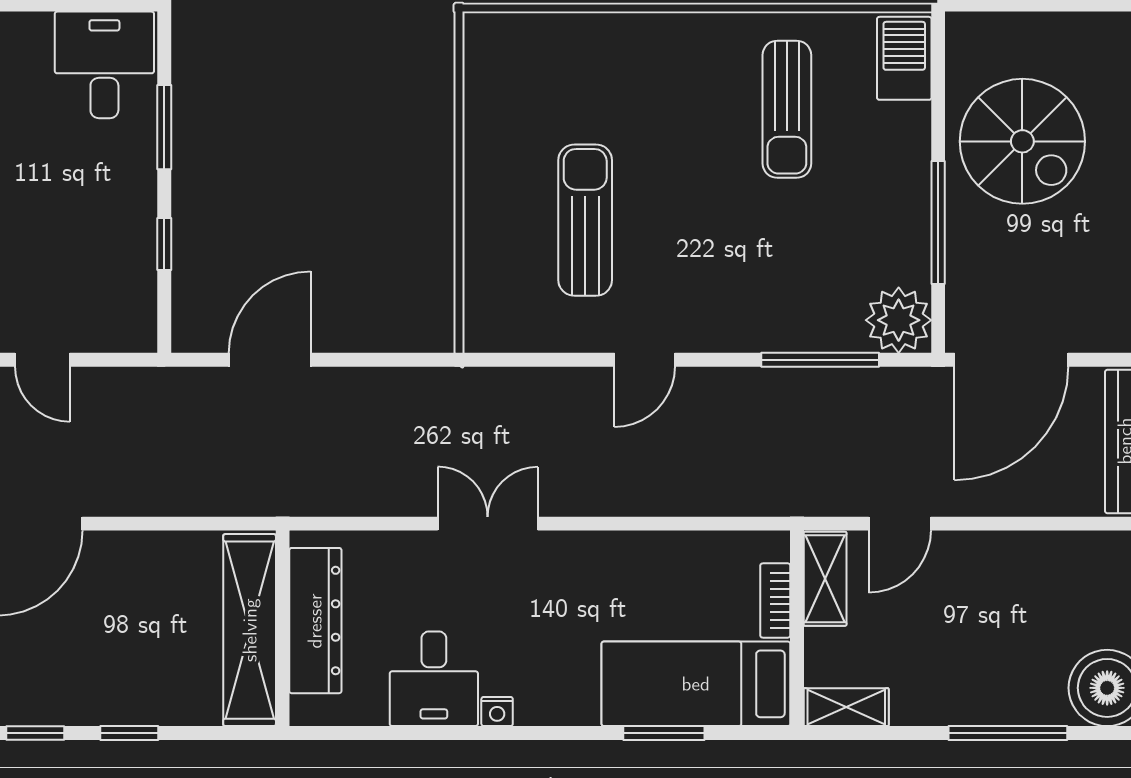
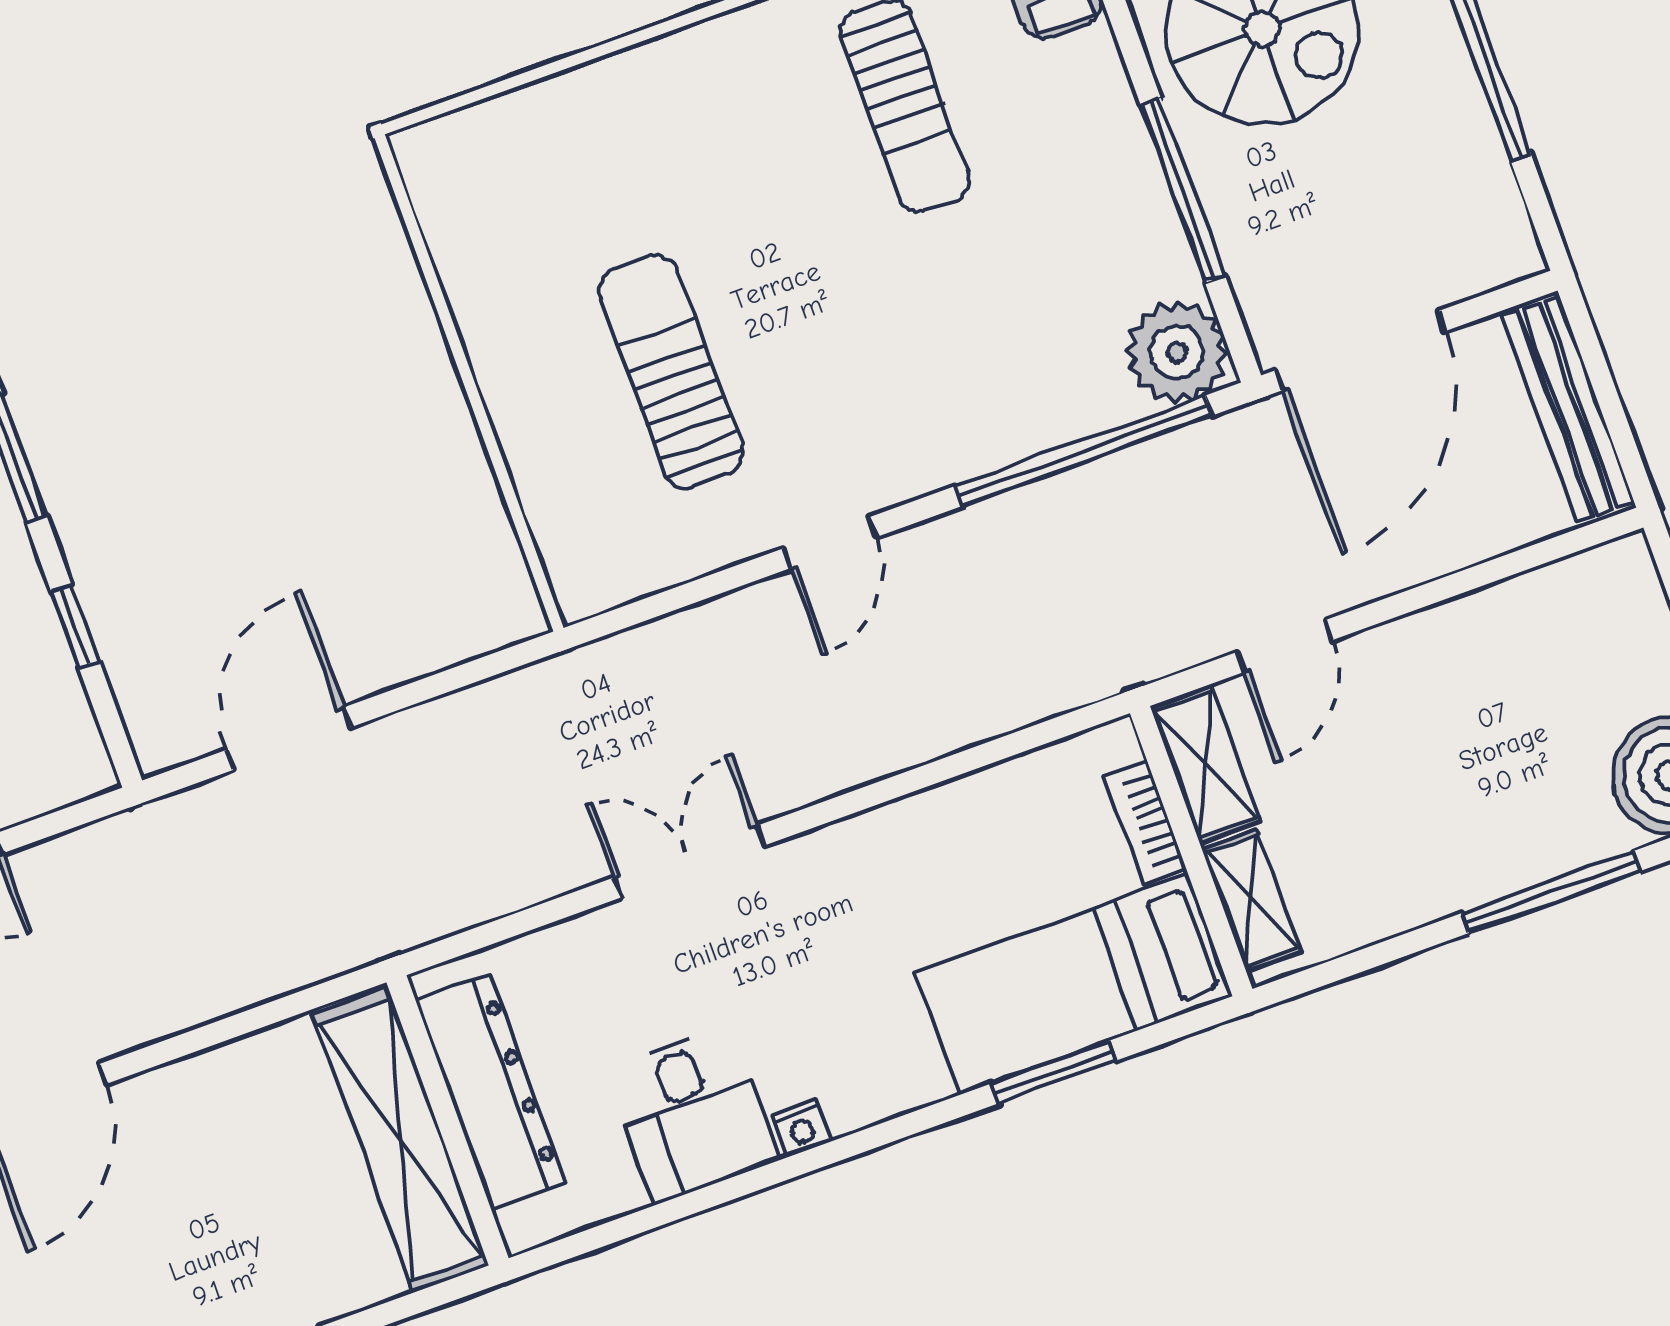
window: (820, 360) -> (1084, 451), width x1.46
shelving: (846, 707) -> (1251, 900), moved, turned 90

